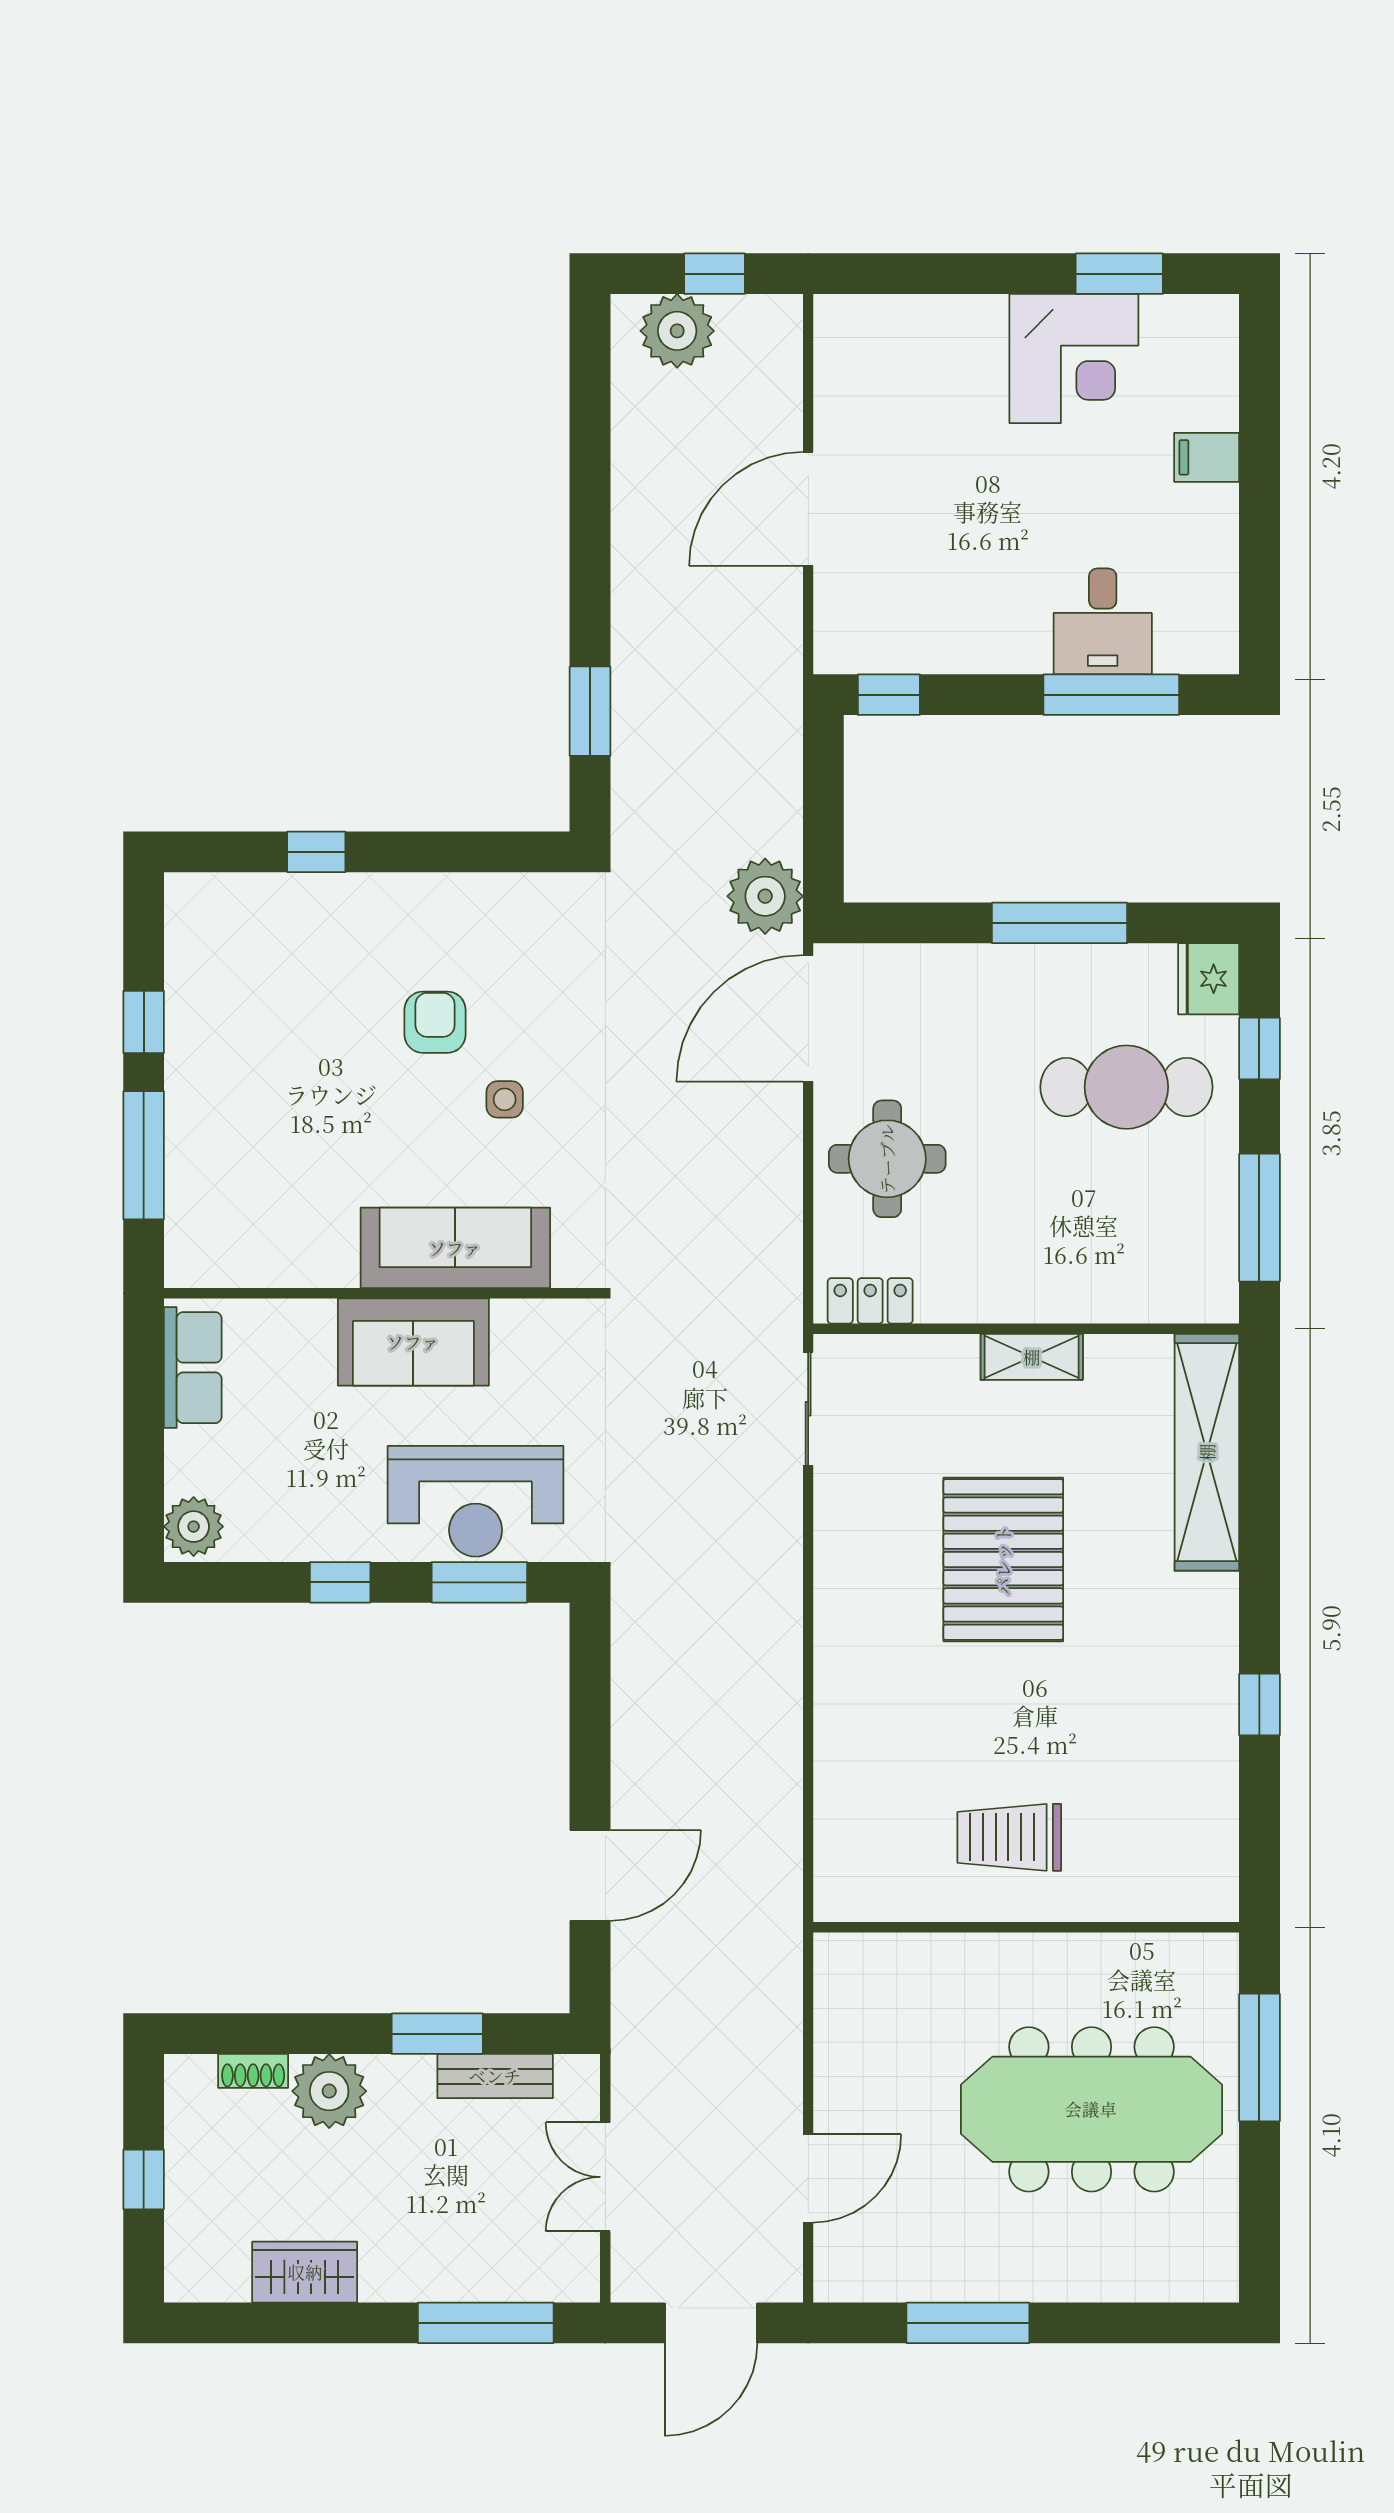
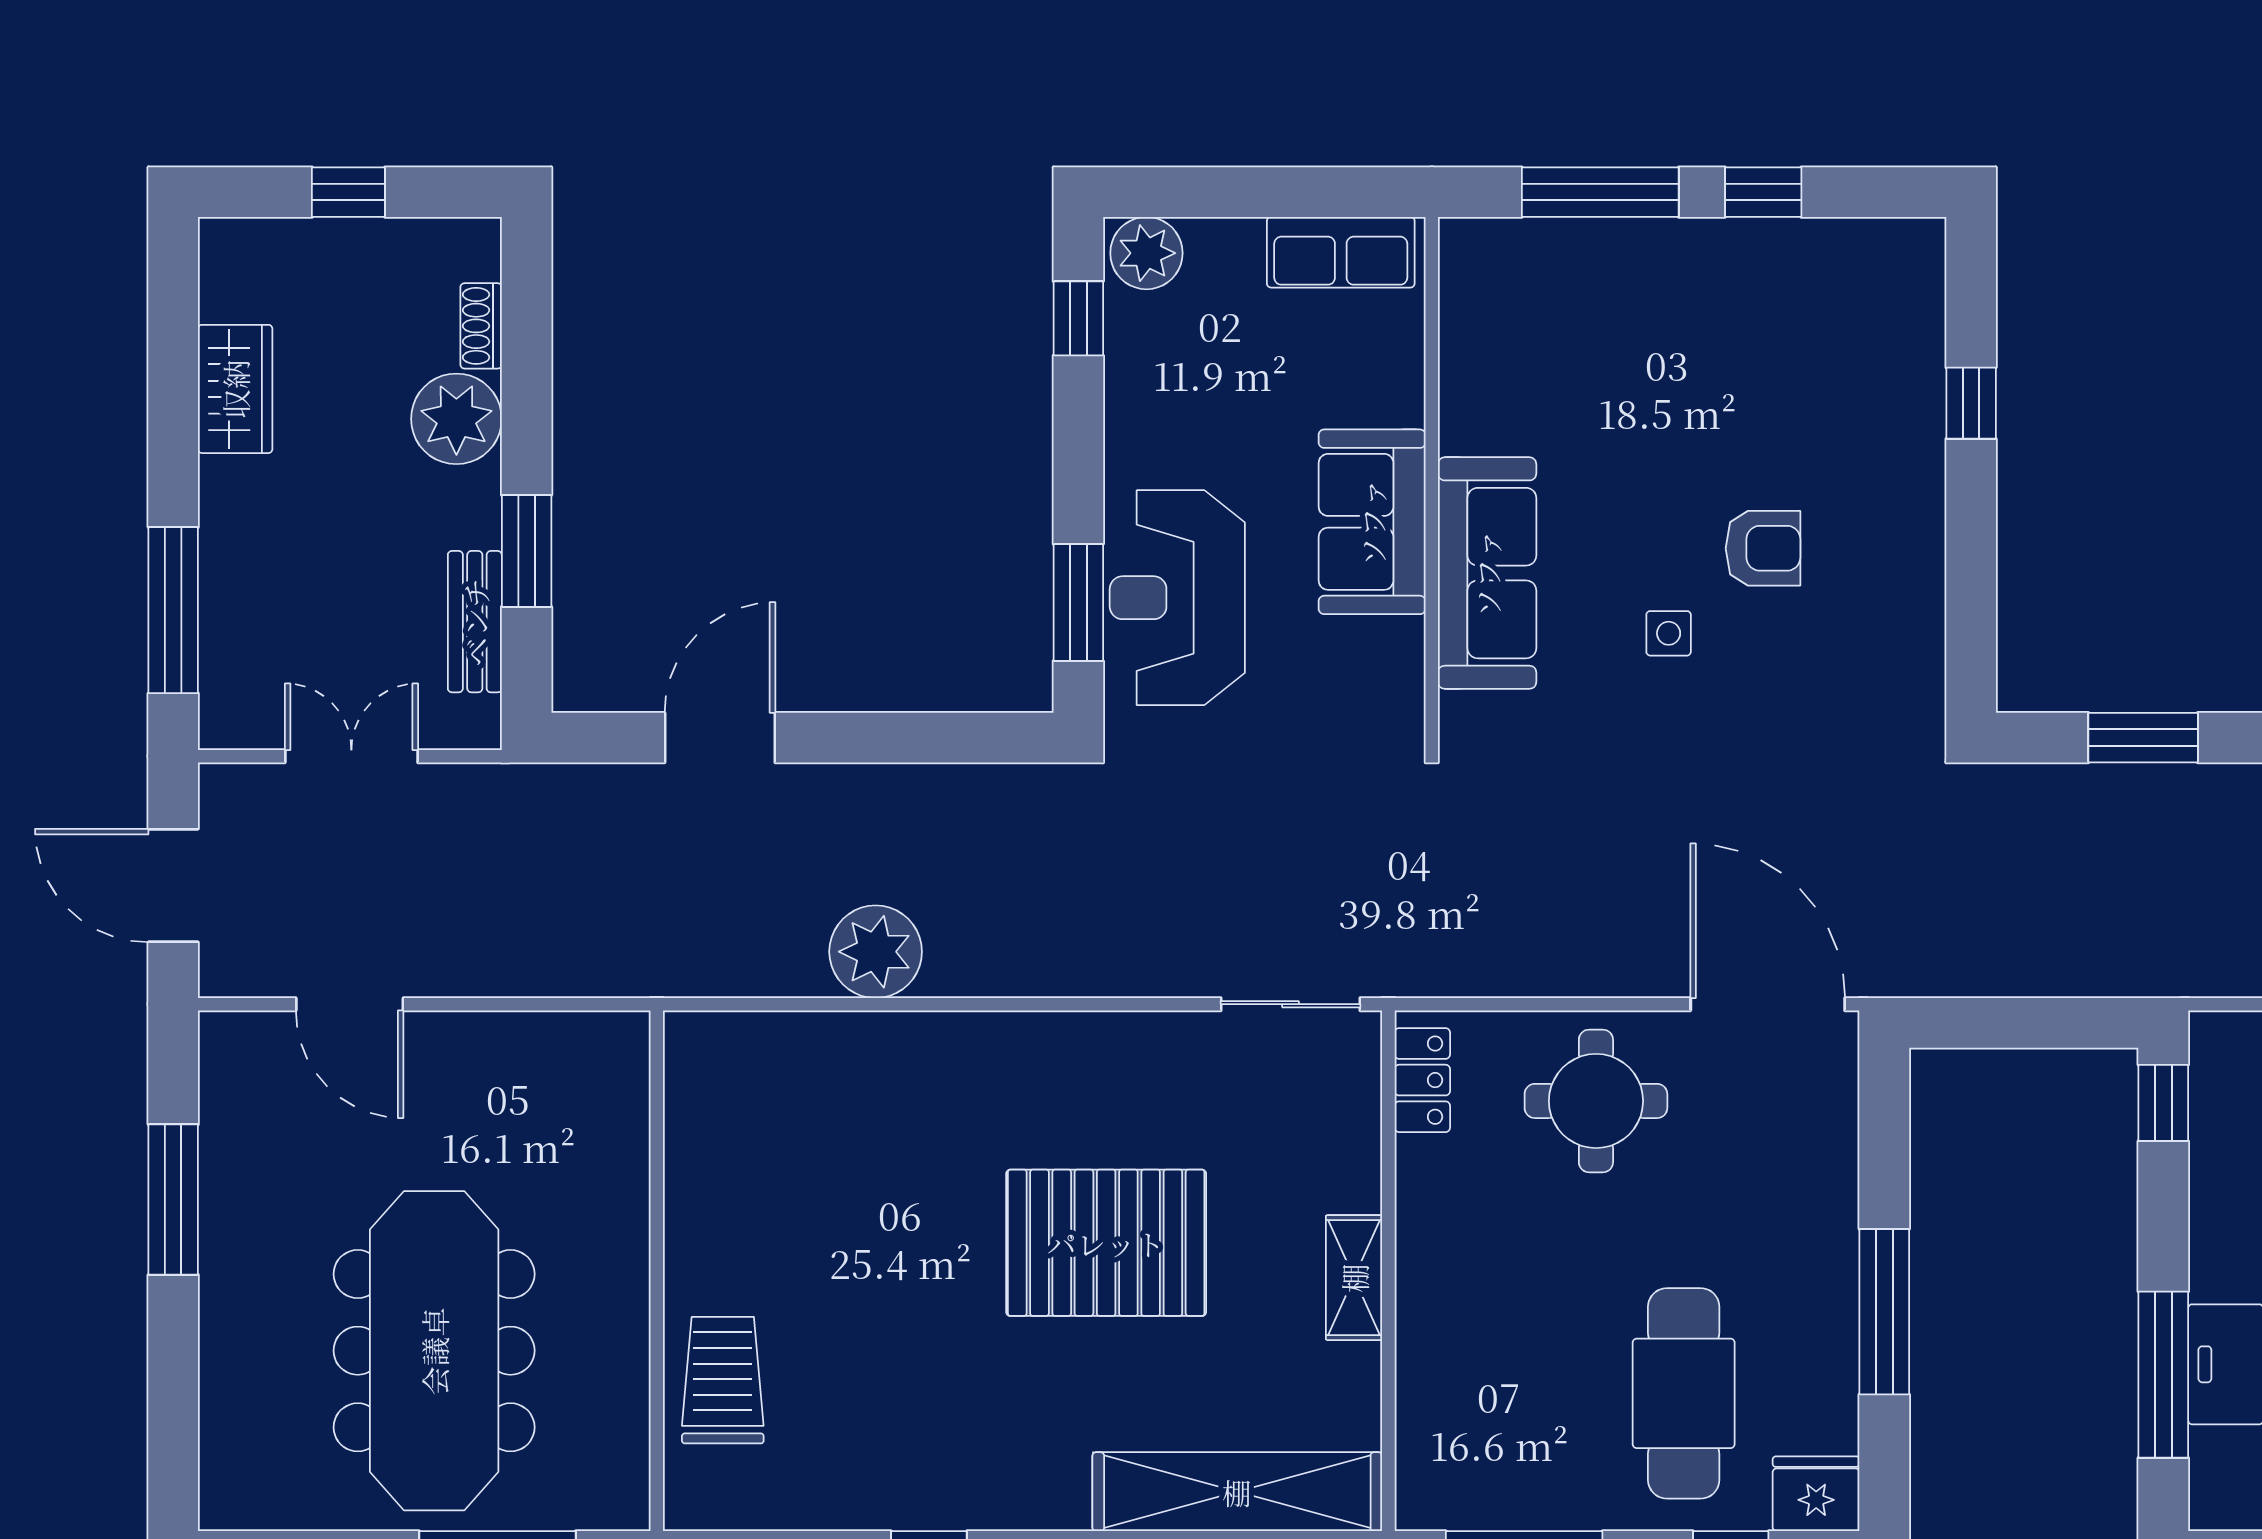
plant: (765, 896) -> (876, 952), moved
window: (340, 1582) -> (1078, 318), moved
trolley: (1009, 1837) -> (723, 1380), moved
door: (590, 1876) -> (720, 738), swing flipped

